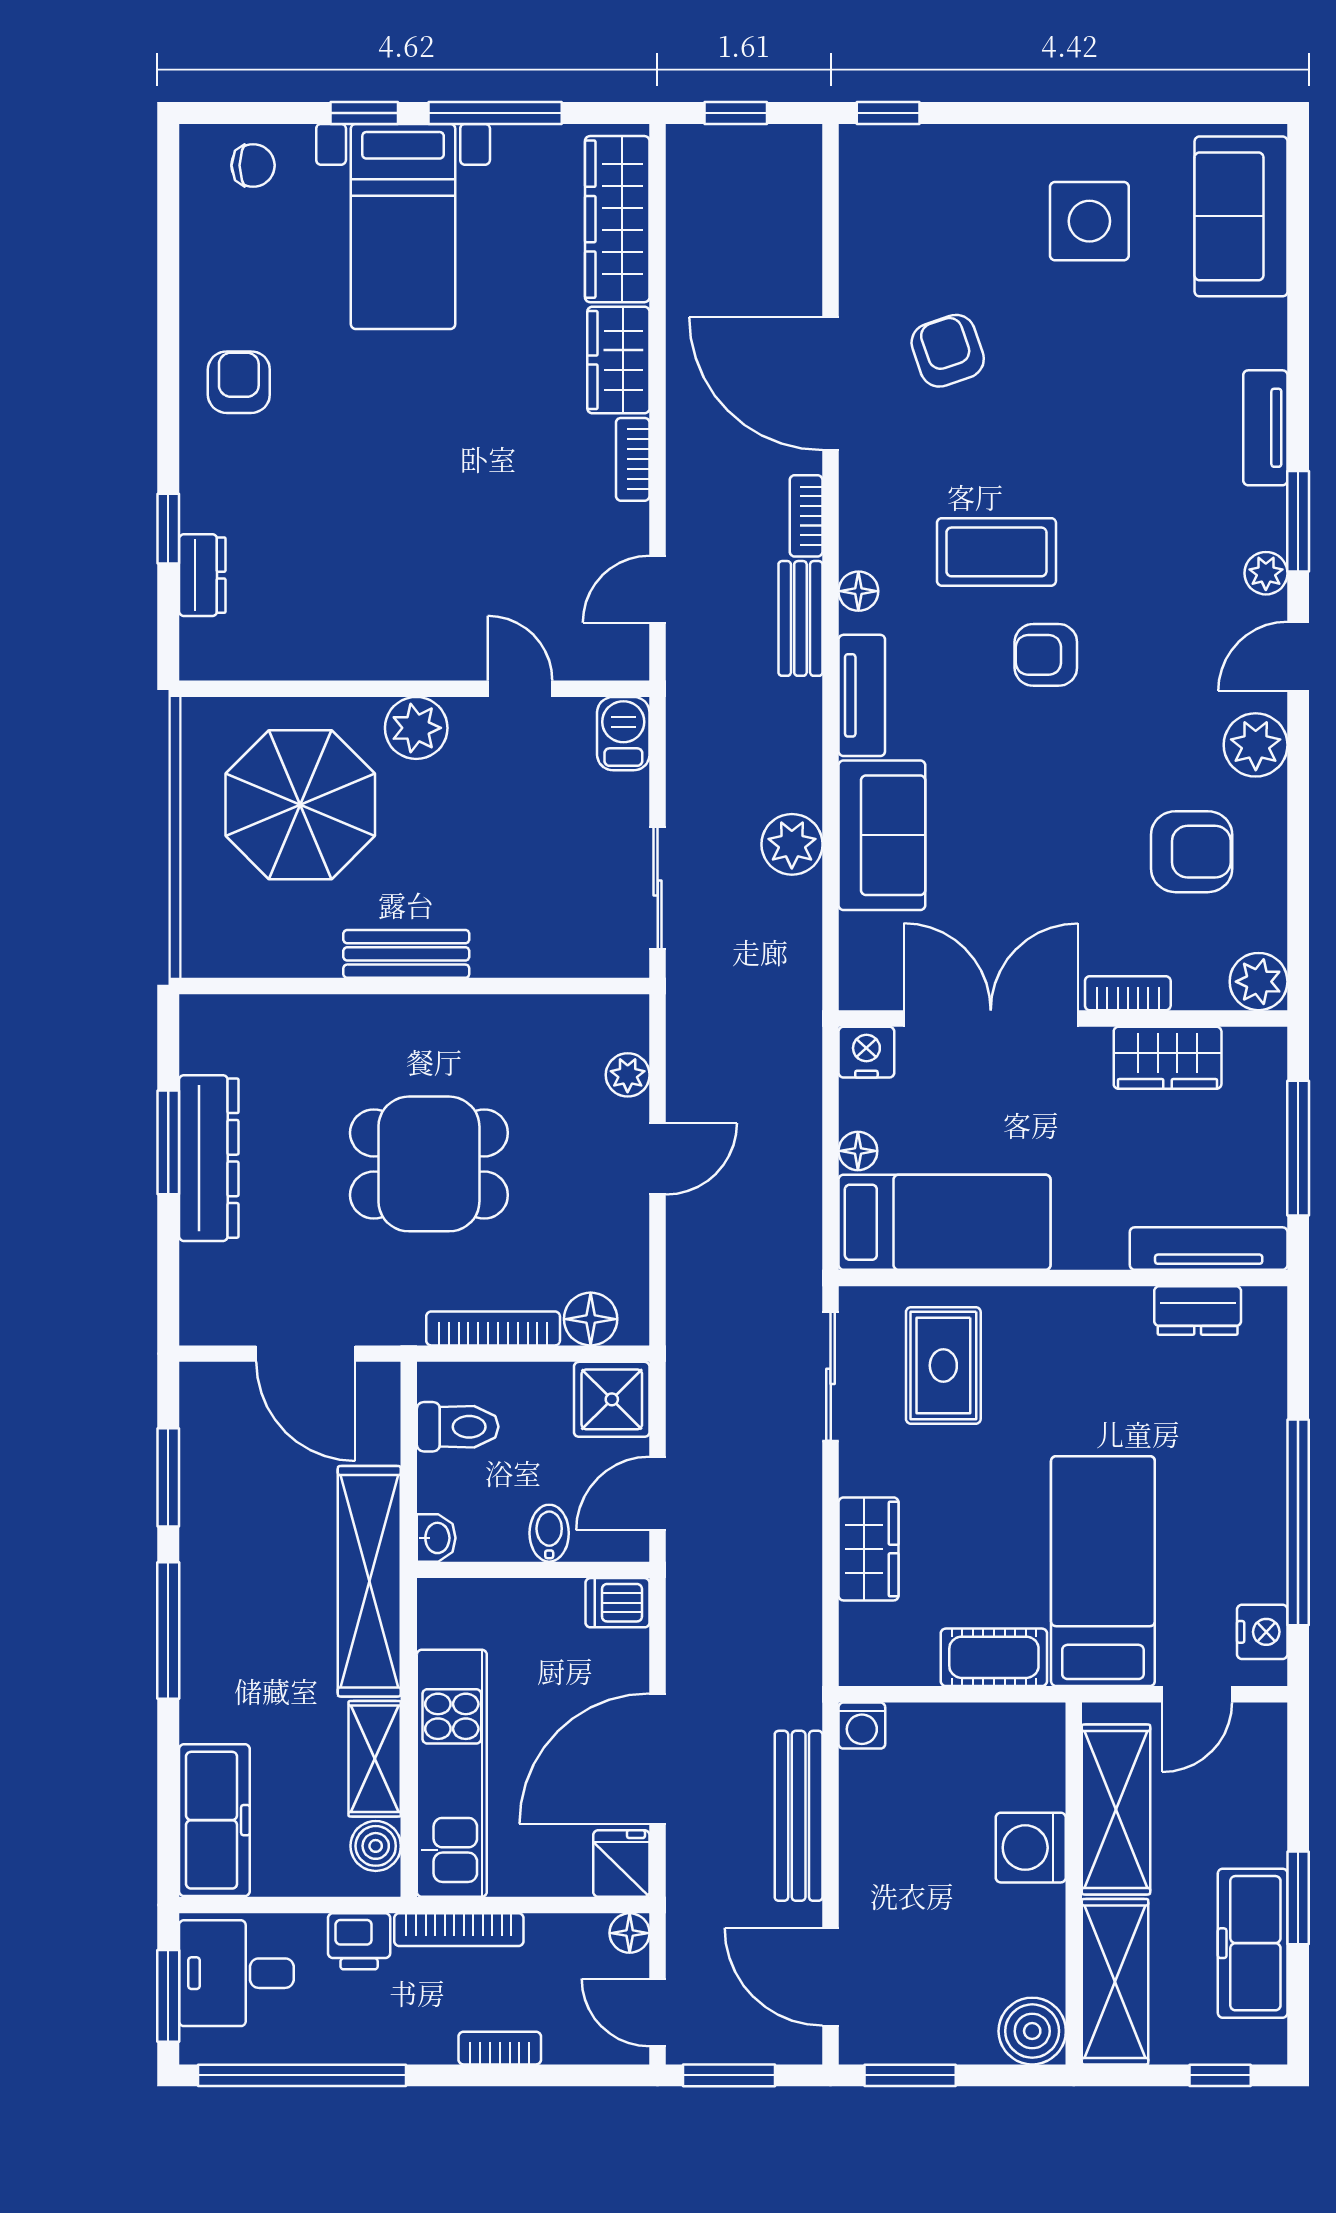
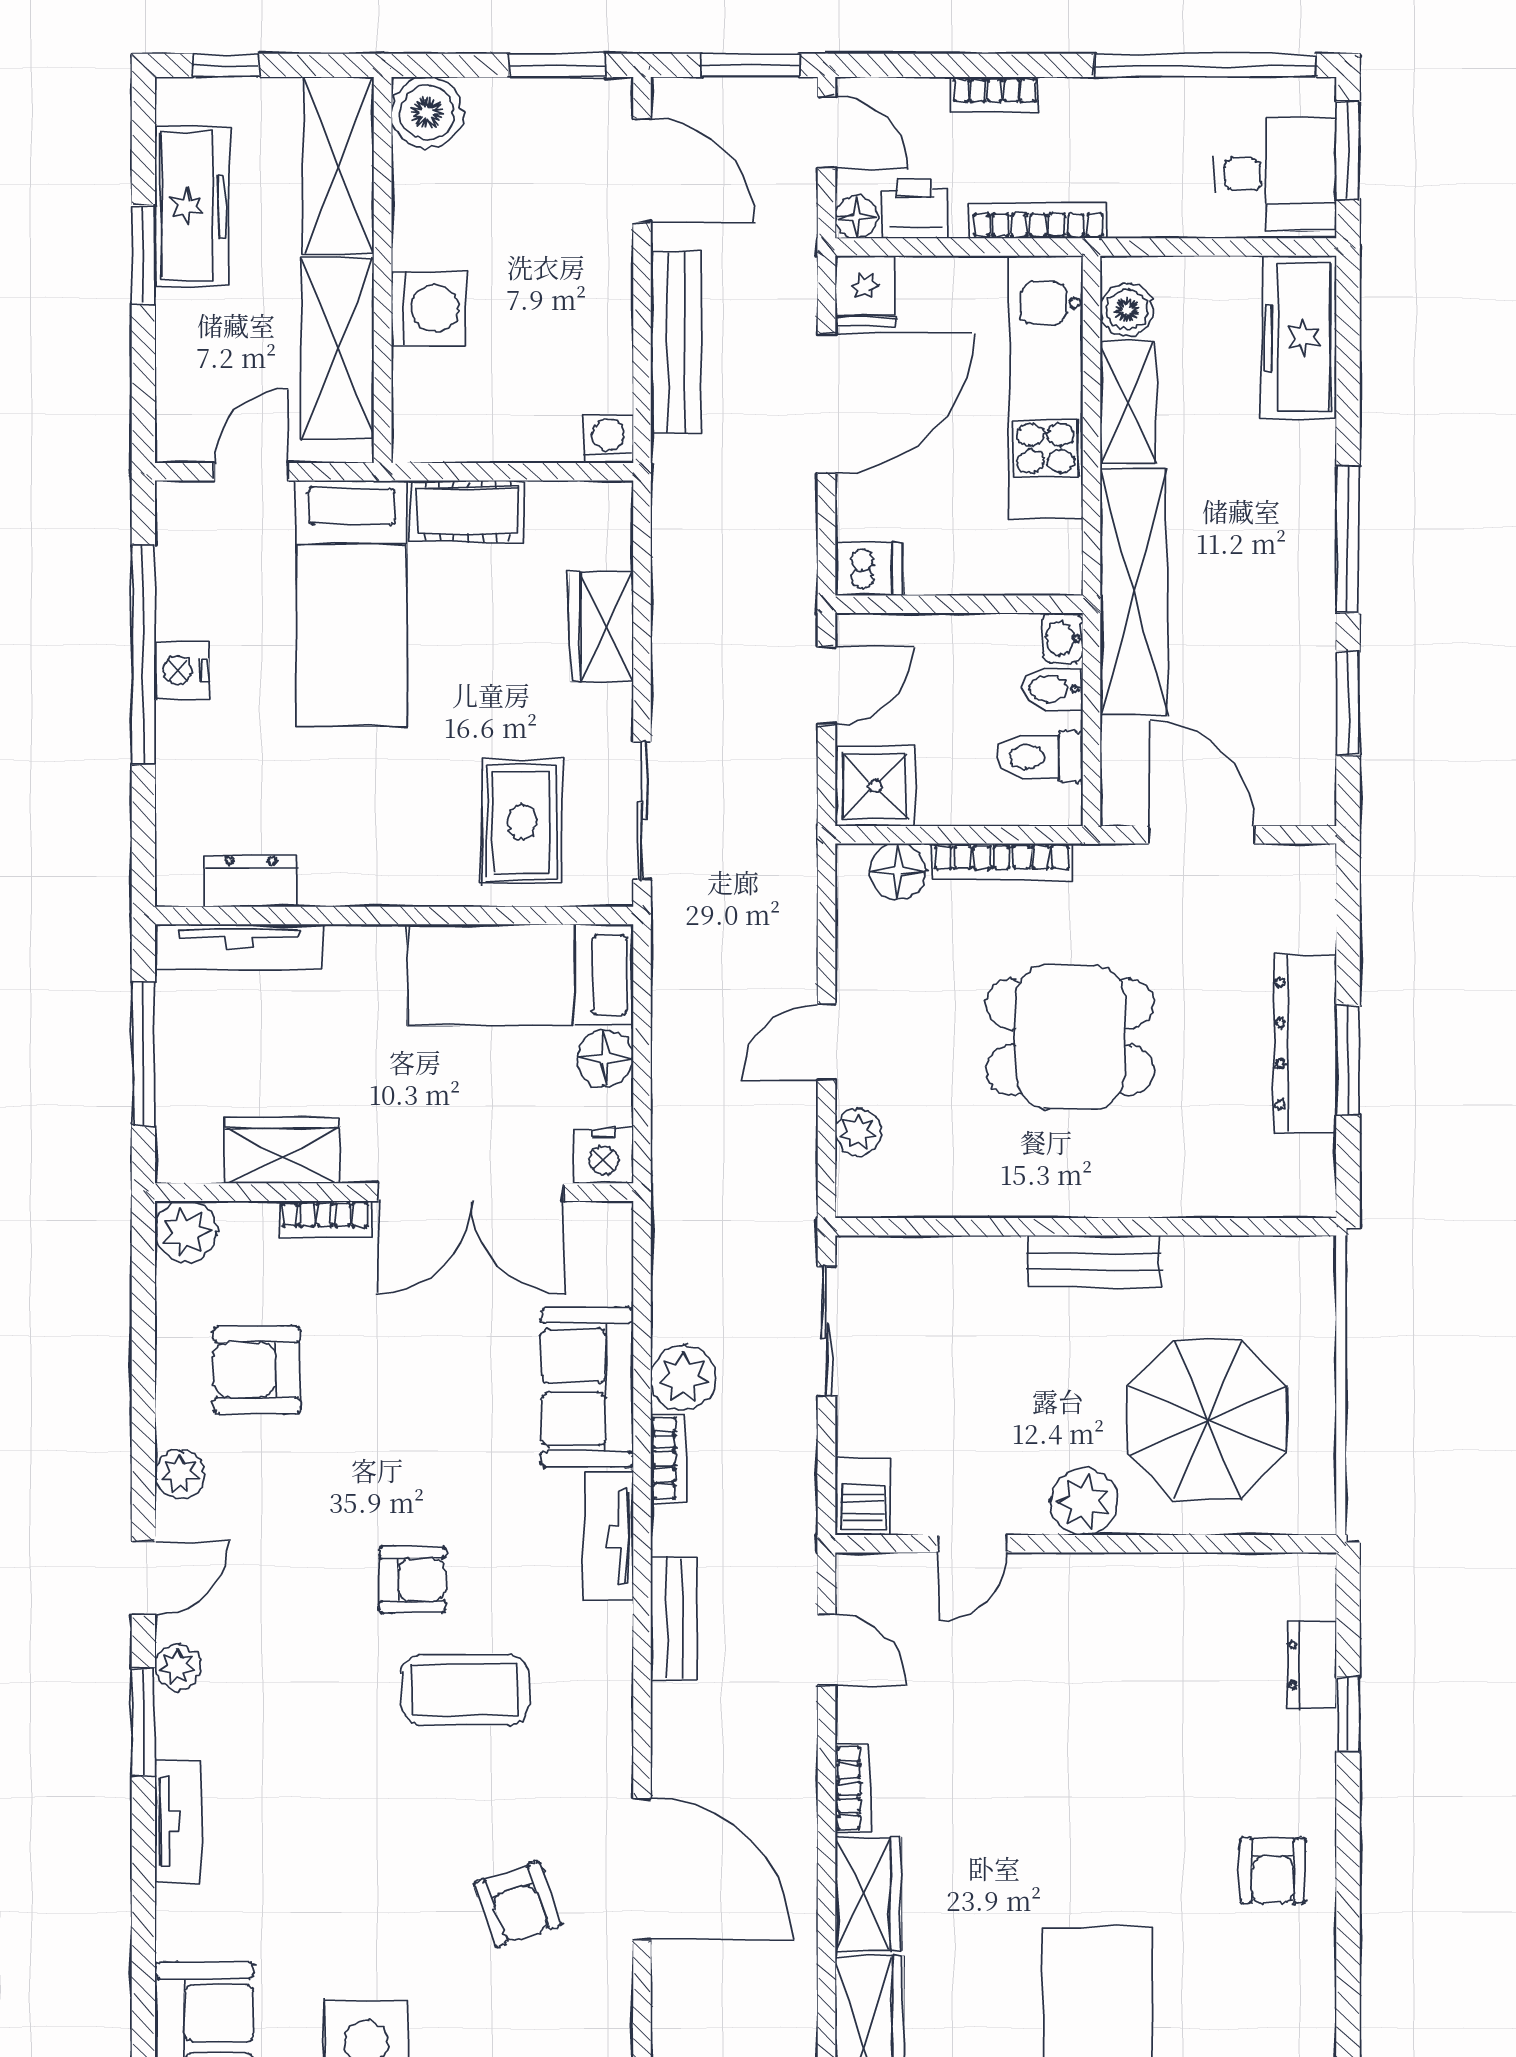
bookcase: (806, 516) -> (668, 1458), moved
door: (658, 589) -> (826, 1650), hinge flipped
floor lamp: (858, 591) -> (612, 1648), removed
door: (520, 689) -> (973, 1544), hinge flipped
plant: (1256, 745) -> (180, 1474), width x0.73, depth x0.73
floor lamp: (858, 1151) -> (605, 1058), width x1.37, depth x1.37
bidet: (549, 1533) -> (1052, 689), moved, turned 90
nightstand: (1262, 1632) -> (182, 670), moved
printer: (359, 1941) -> (915, 208), moved

